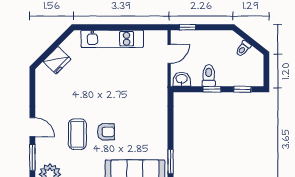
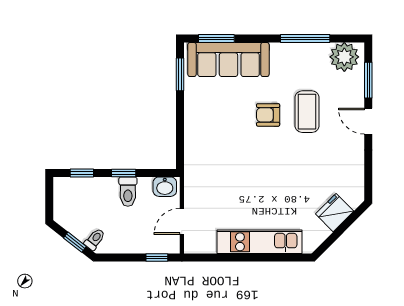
window: (248, 38) -> (75, 242), added
toilet: (243, 49) -> (95, 239), moved

